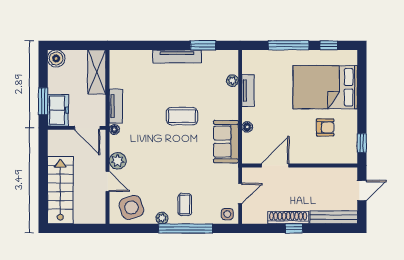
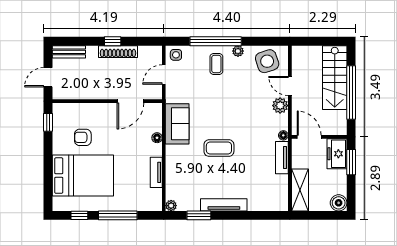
plant: (232, 81) -> (171, 206), moved
window: (43, 175) -> (351, 92), added
bench: (334, 217) -> (69, 52), width x0.73

